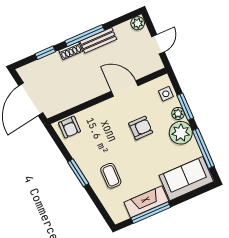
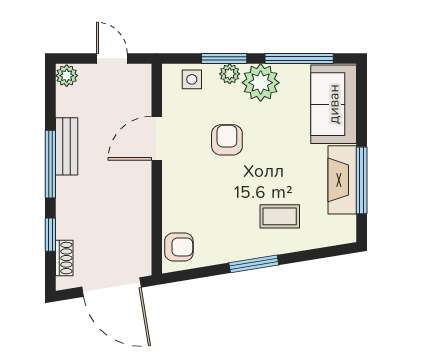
shoe rack: (71, 51) -> (64, 258), moved

